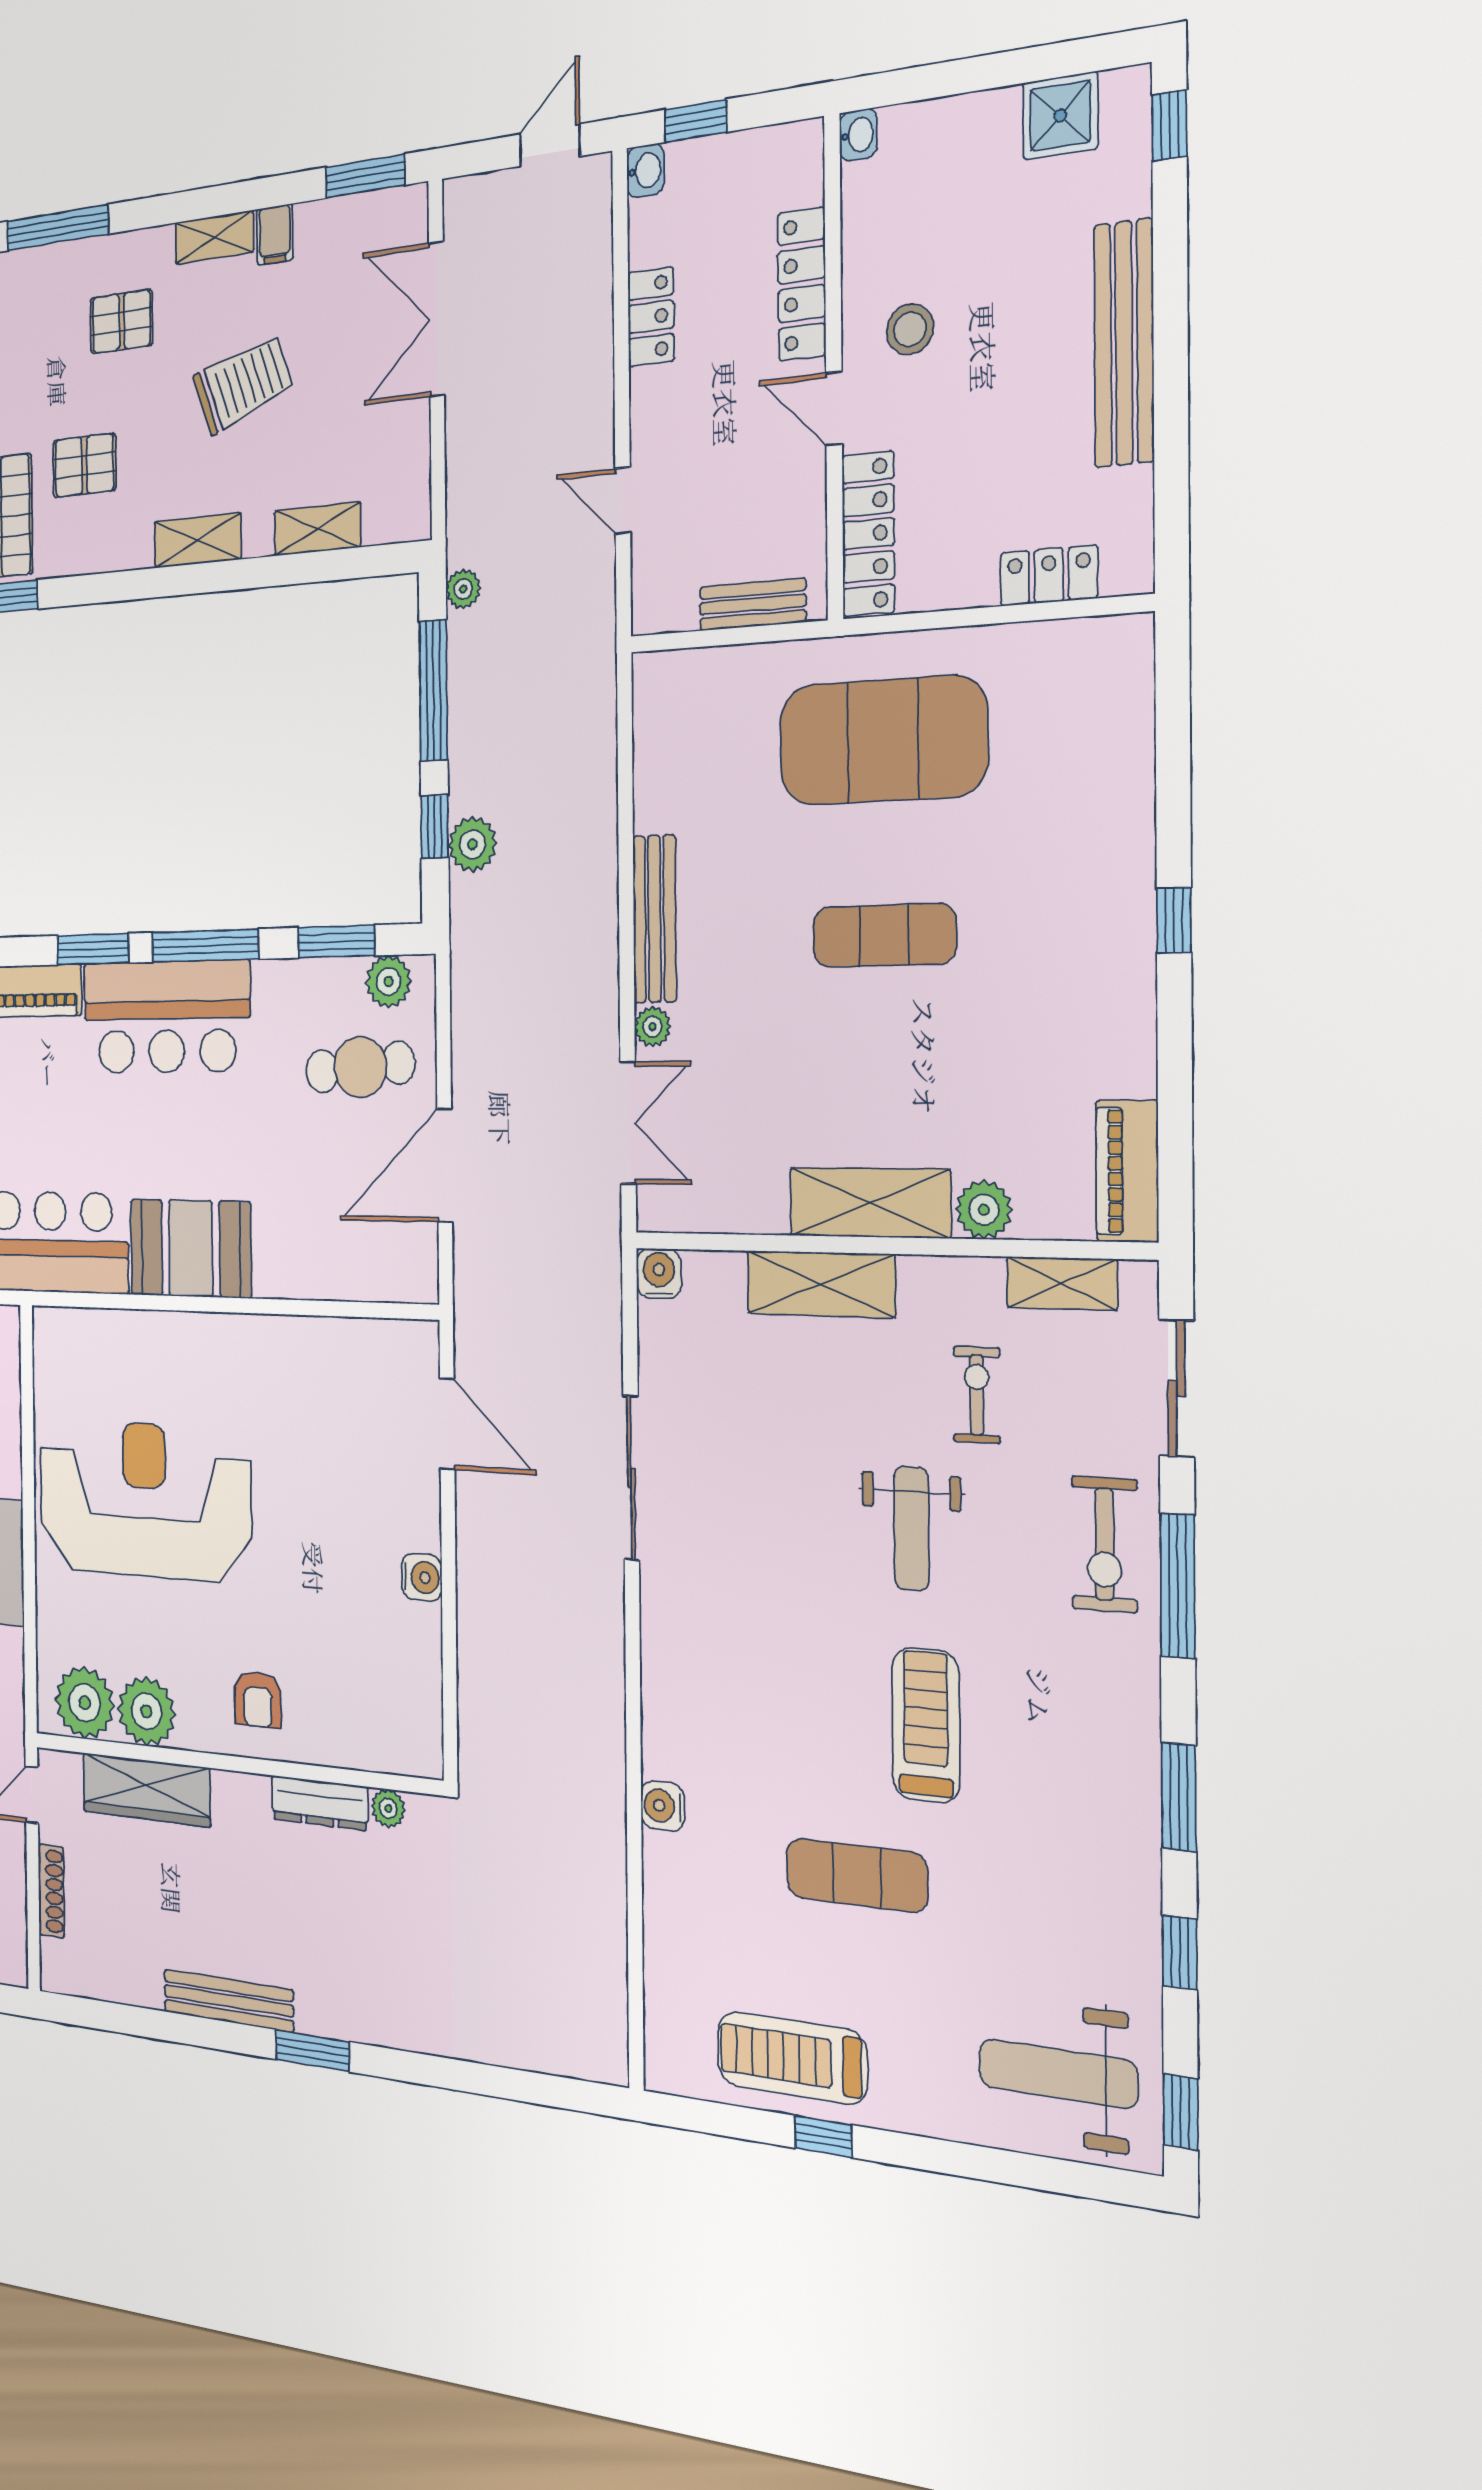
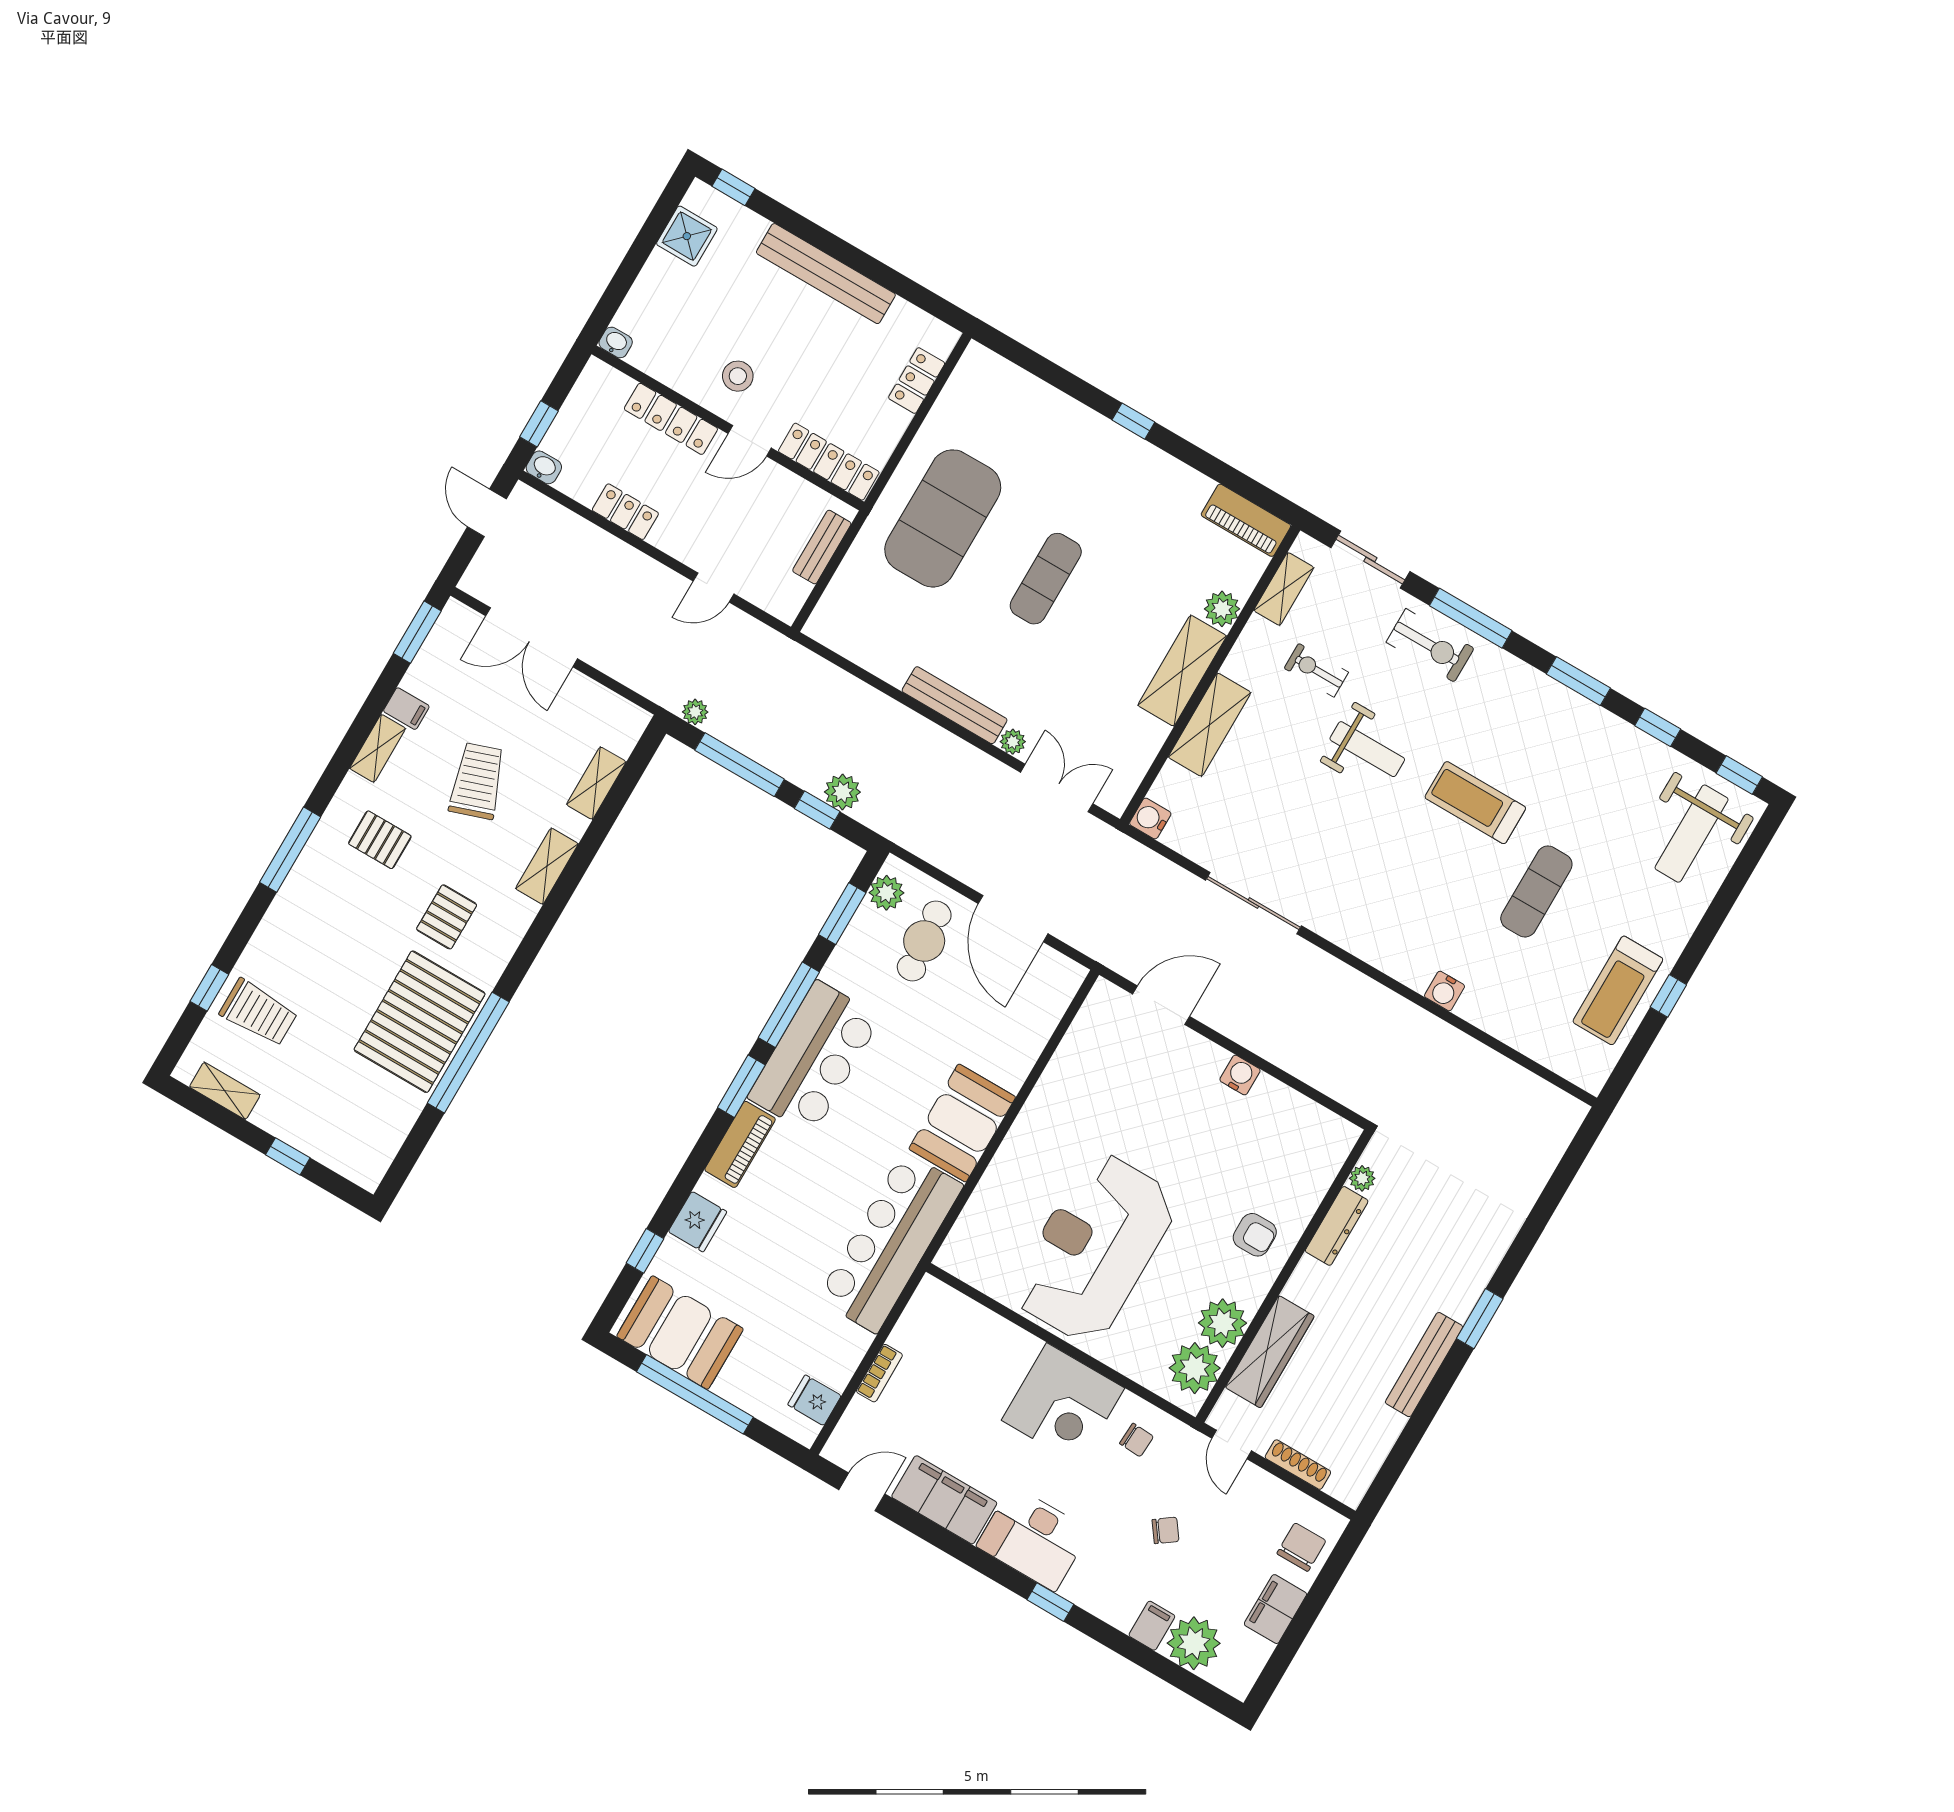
pallet: (121, 322) -> (380, 840), turned 90

